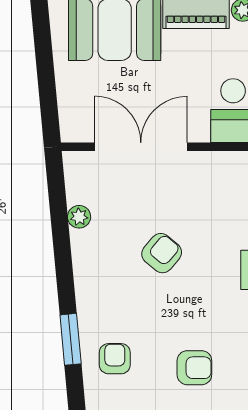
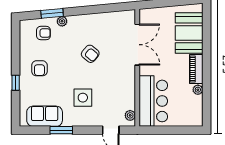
plant: (79, 217) -> (62, 21), moved

